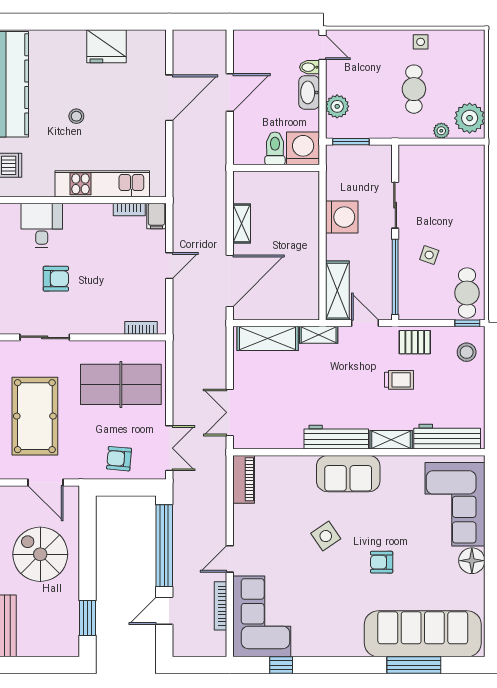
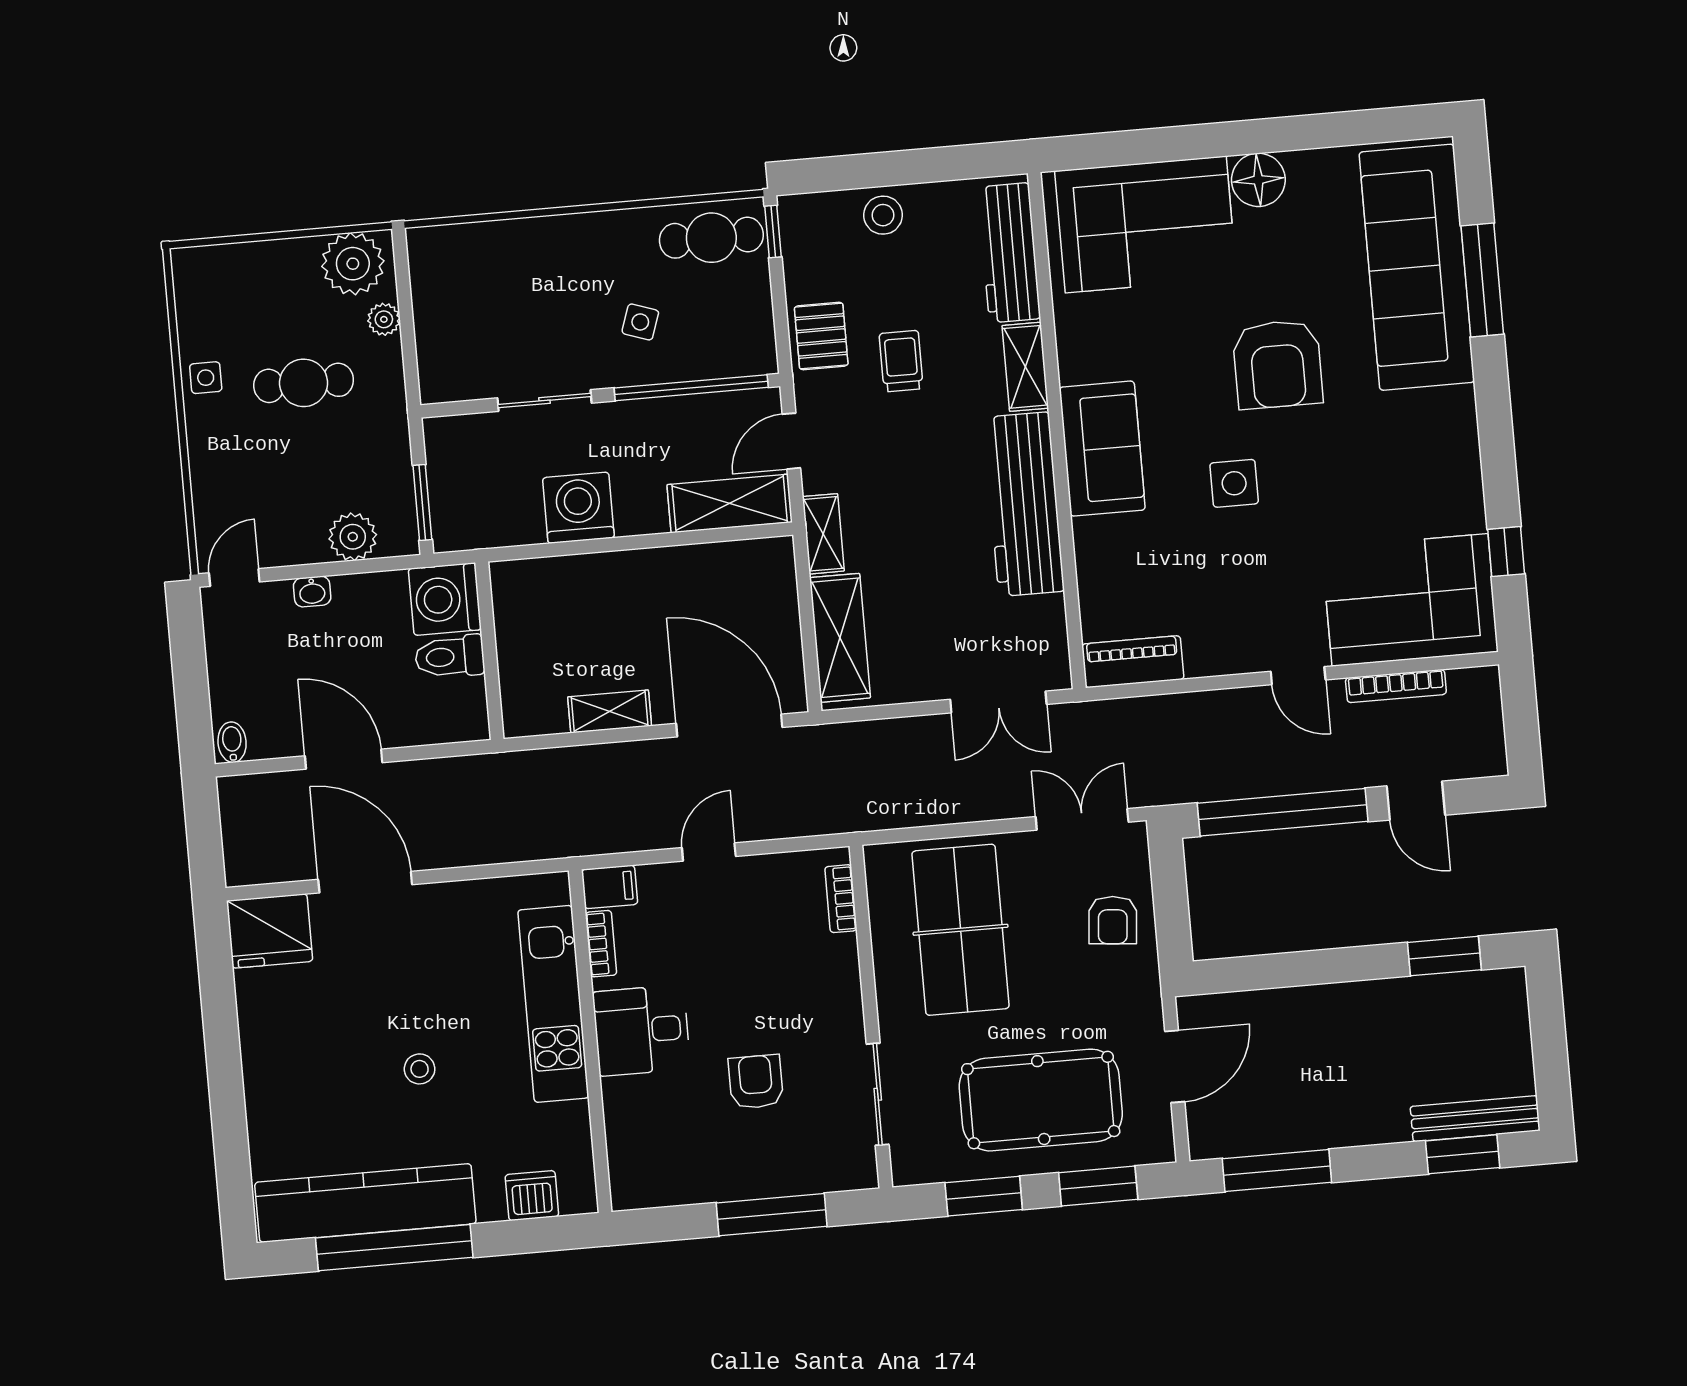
fridge: (107, 46) -> (270, 931), moved, turned 90
bidet: (310, 67) -> (232, 742), moved, turned 180
washbasin: (309, 92) -> (312, 592), width x0.52, depth x0.69
desk: (42, 226) -> (642, 1030), moved
door: (169, 266) -> (709, 852), hinge flipped
stool: (467, 352) -> (883, 215), moved
workbench: (336, 437) -> (1024, 504), width x1.36, depth x1.32
side table: (326, 536) -> (1234, 483), turned 34
spiral stairs: (40, 554) -> (1323, 1064), removed
armchair: (382, 562) -> (1278, 364), width x1.88, depth x1.88

